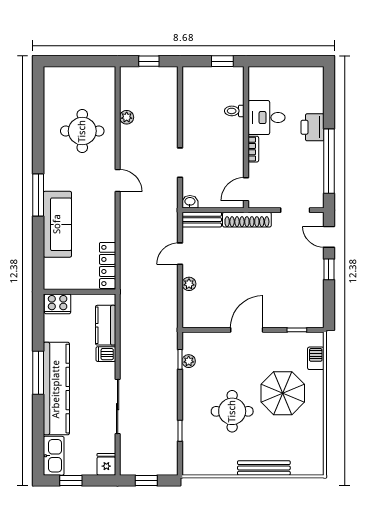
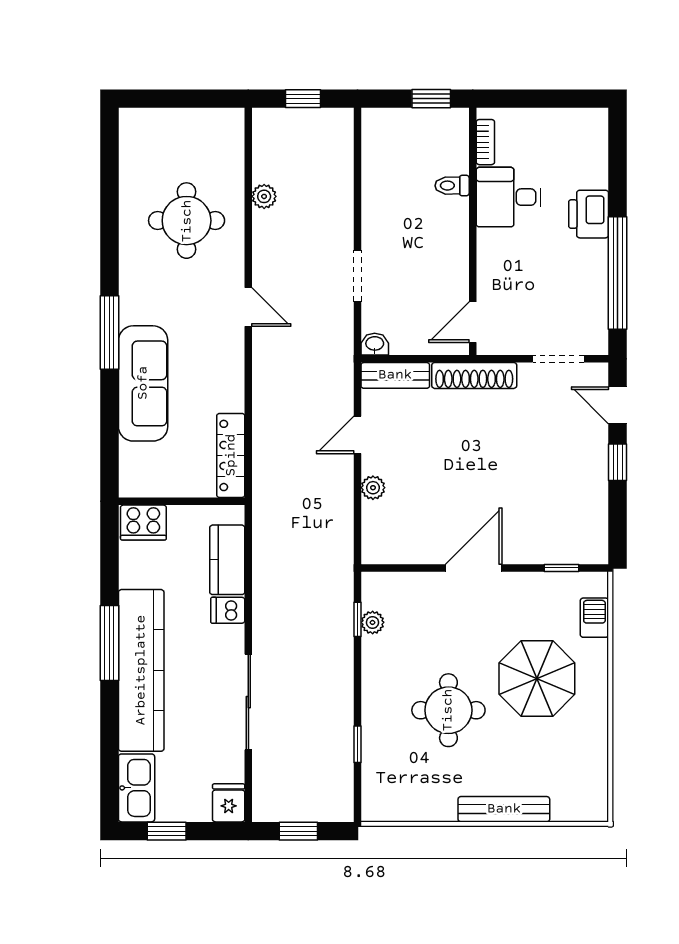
bookcase: (253, 149) -> (485, 142), moved

